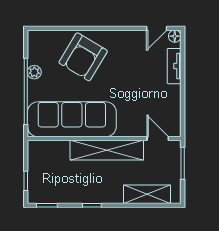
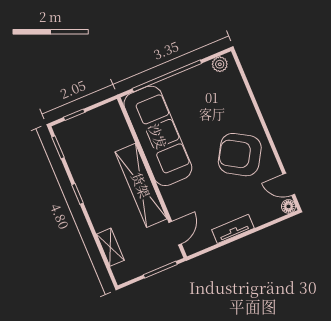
armchair: (83, 57) -> (240, 155), moved
tv unit: (174, 66) -> (233, 229), moved
plant: (34, 72) -> (220, 64), moved
shelving: (147, 194) -> (110, 247), width x0.67, depth x0.75

